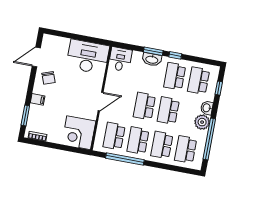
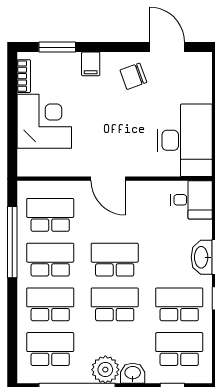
corner desk: (79, 133) -> (44, 121), moved, turned 90

